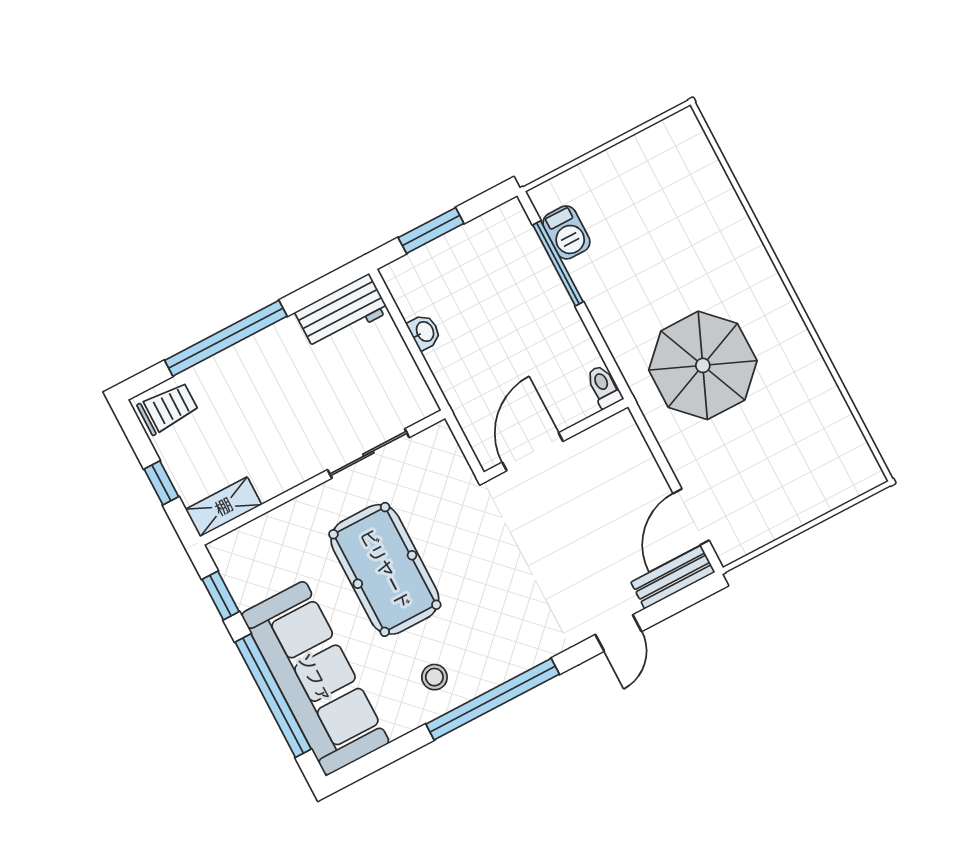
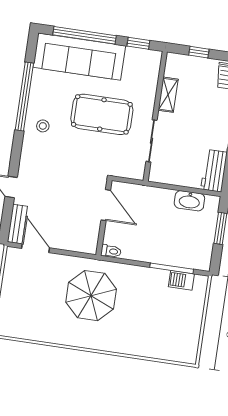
washbasin: (424, 332) -> (189, 201), width x1.91, depth x1.45
shelving: (224, 507) -> (168, 95), moved
stool: (434, 677) -> (43, 126), moved
window: (493, 699) -> (24, 97), moved

